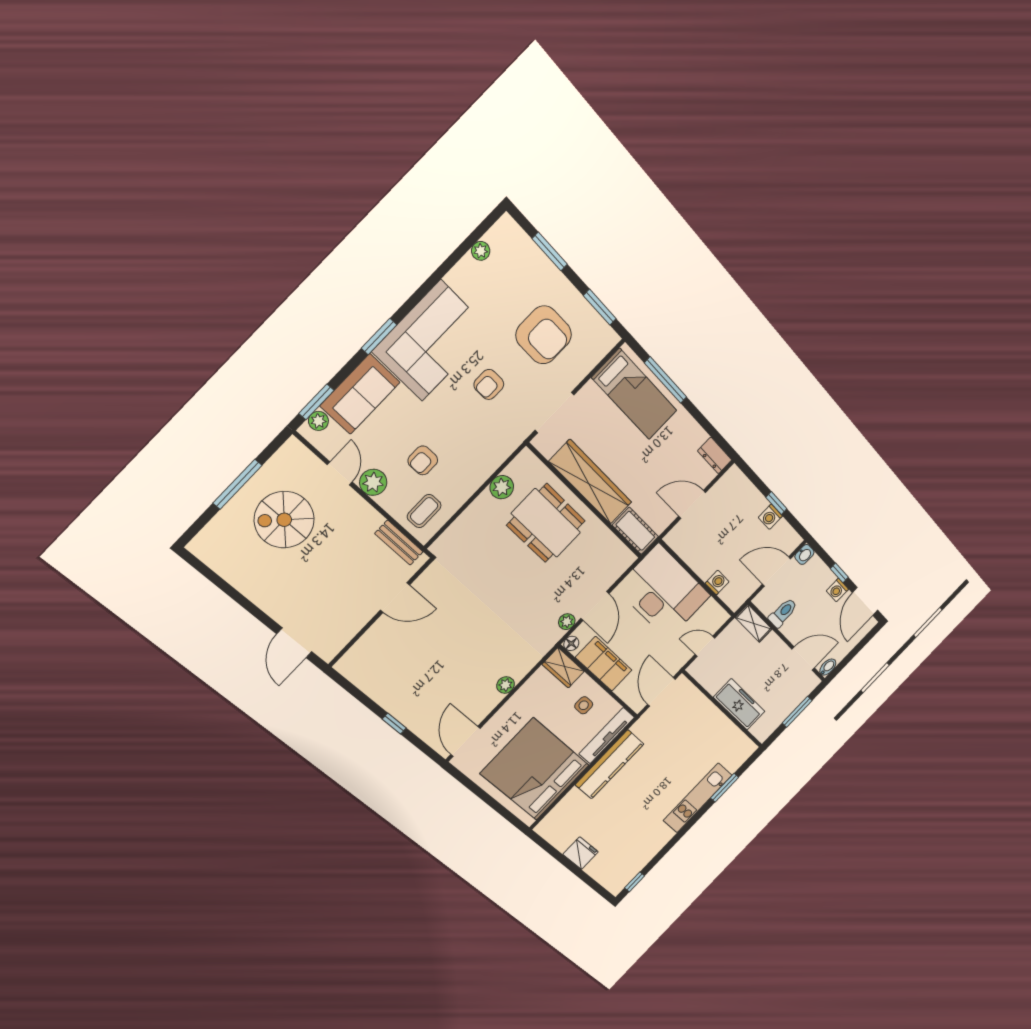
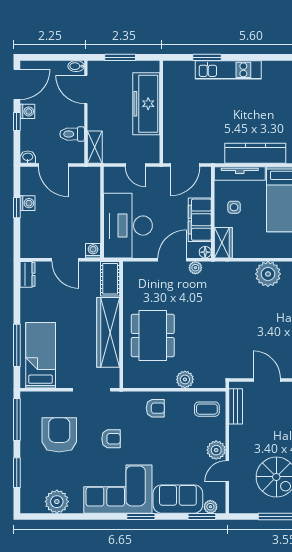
plant: (481, 251) -> (57, 502), width x1.88, depth x1.88
window: (600, 307) -> (17, 419), width x1.44
armchair: (423, 460) -> (155, 408), moved
plant: (502, 487) -> (185, 379), moved
washing machine: (717, 582) -> (93, 251), moved, turned 90
plant: (506, 685) -> (268, 274), width x1.88, depth x1.88
freezer: (739, 704) -> (146, 104), width x1.36, depth x1.26

